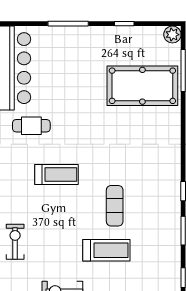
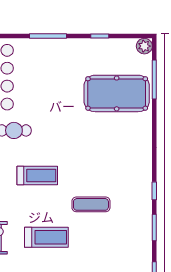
exercise mat: (115, 206) -> (91, 204), turned 90
treadmill: (106, 250) -> (46, 237), moved

